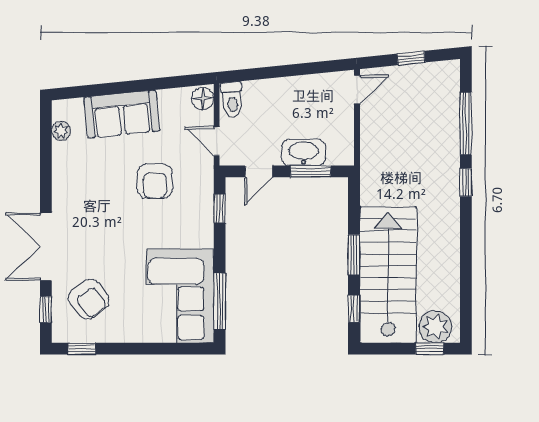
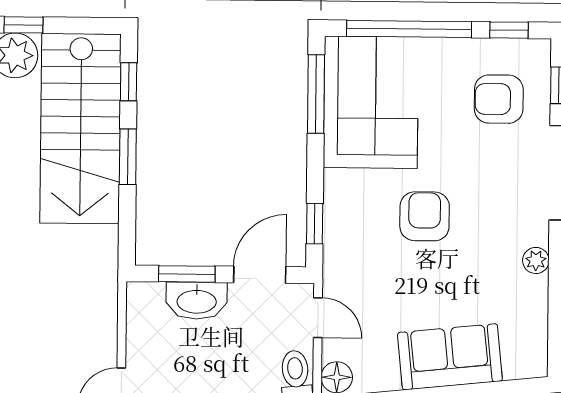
plant: (61, 131) -> (536, 260), moved
door: (259, 171) -> (260, 275), width x1.38
armchair: (155, 181) -> (425, 216), moved
armchair: (89, 299) -> (499, 99), turned -52
window: (153, 349) -> (409, 29), added

